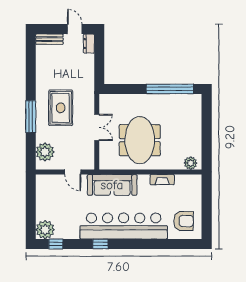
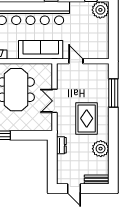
dresser: (89, 44) -> (61, 145), moved
window: (31, 116) -> (113, 93), moved
plant: (45, 152) -> (101, 149), moved

